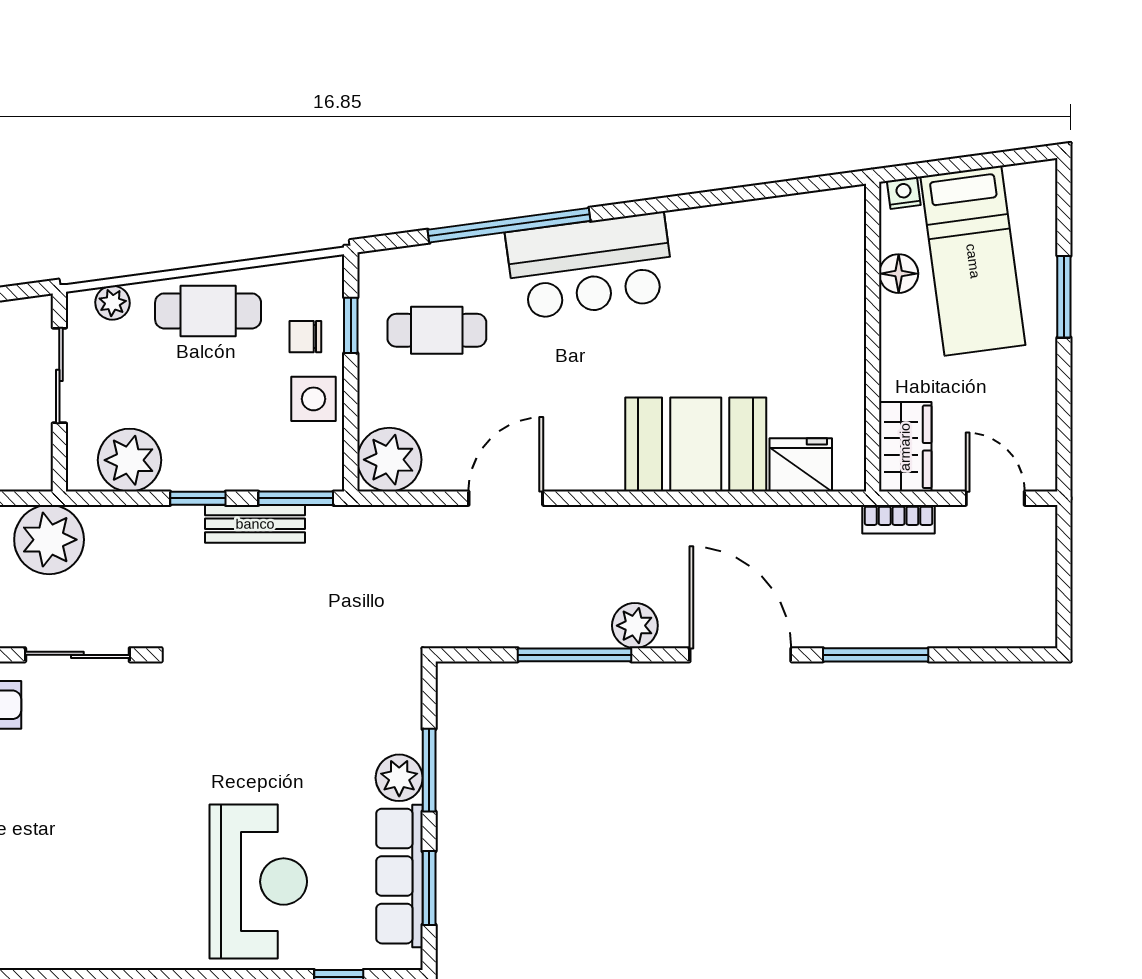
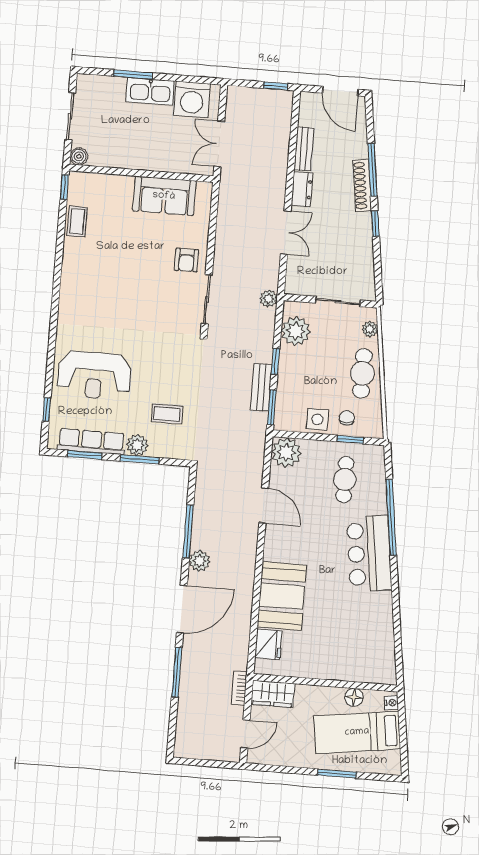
plant: (49, 540) -> (269, 299), width x0.53, depth x0.53
coffee table: (328, 720) -> (167, 414), added

